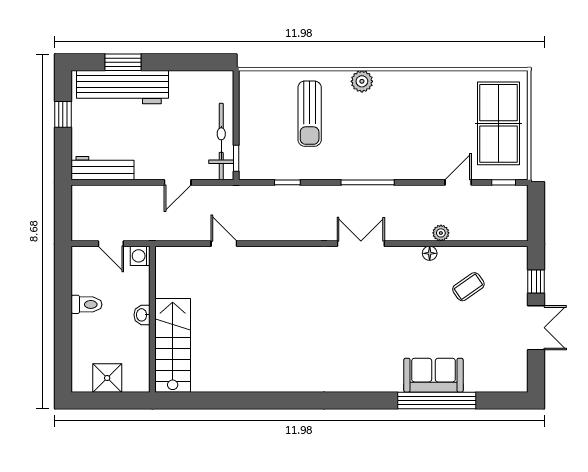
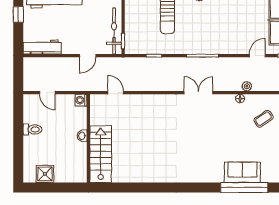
washing machine: (140, 256) -> (81, 100), moved
washbasin: (142, 315) -> (82, 136), moved
wall: (152, 319) -> (88, 138), moved
stairs: (173, 345) -> (101, 154), moved

